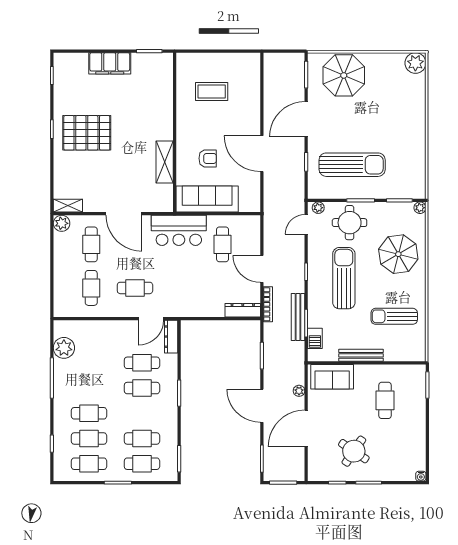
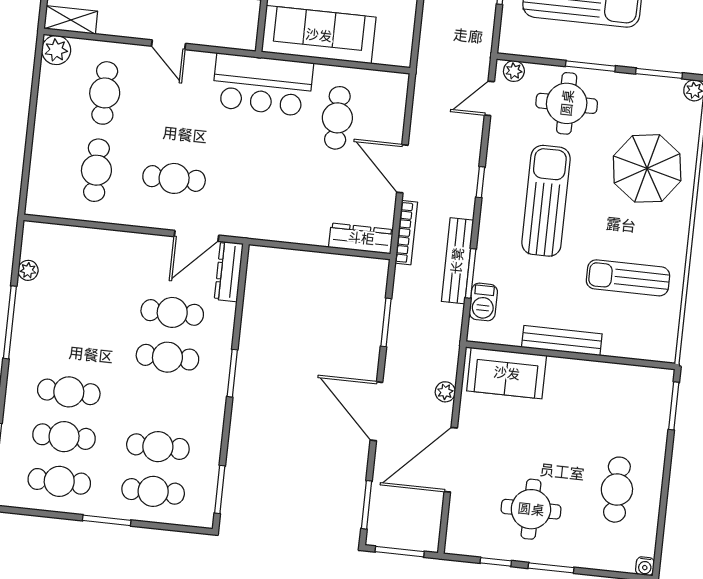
door: (124, 214) -> (169, 45), width x0.53
plant: (64, 348) -> (28, 270), width x0.53, depth x0.53
cafe table: (385, 400) -> (617, 490), moved
round table: (354, 451) -> (531, 509), turned -34

